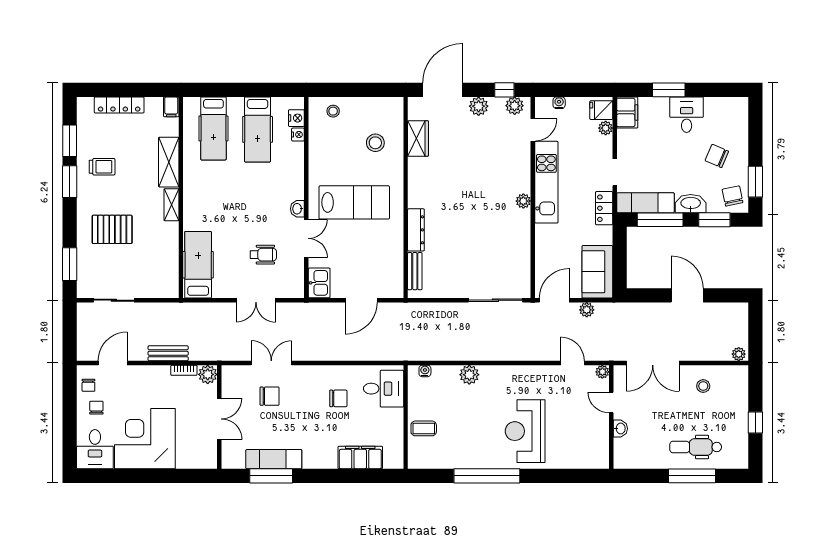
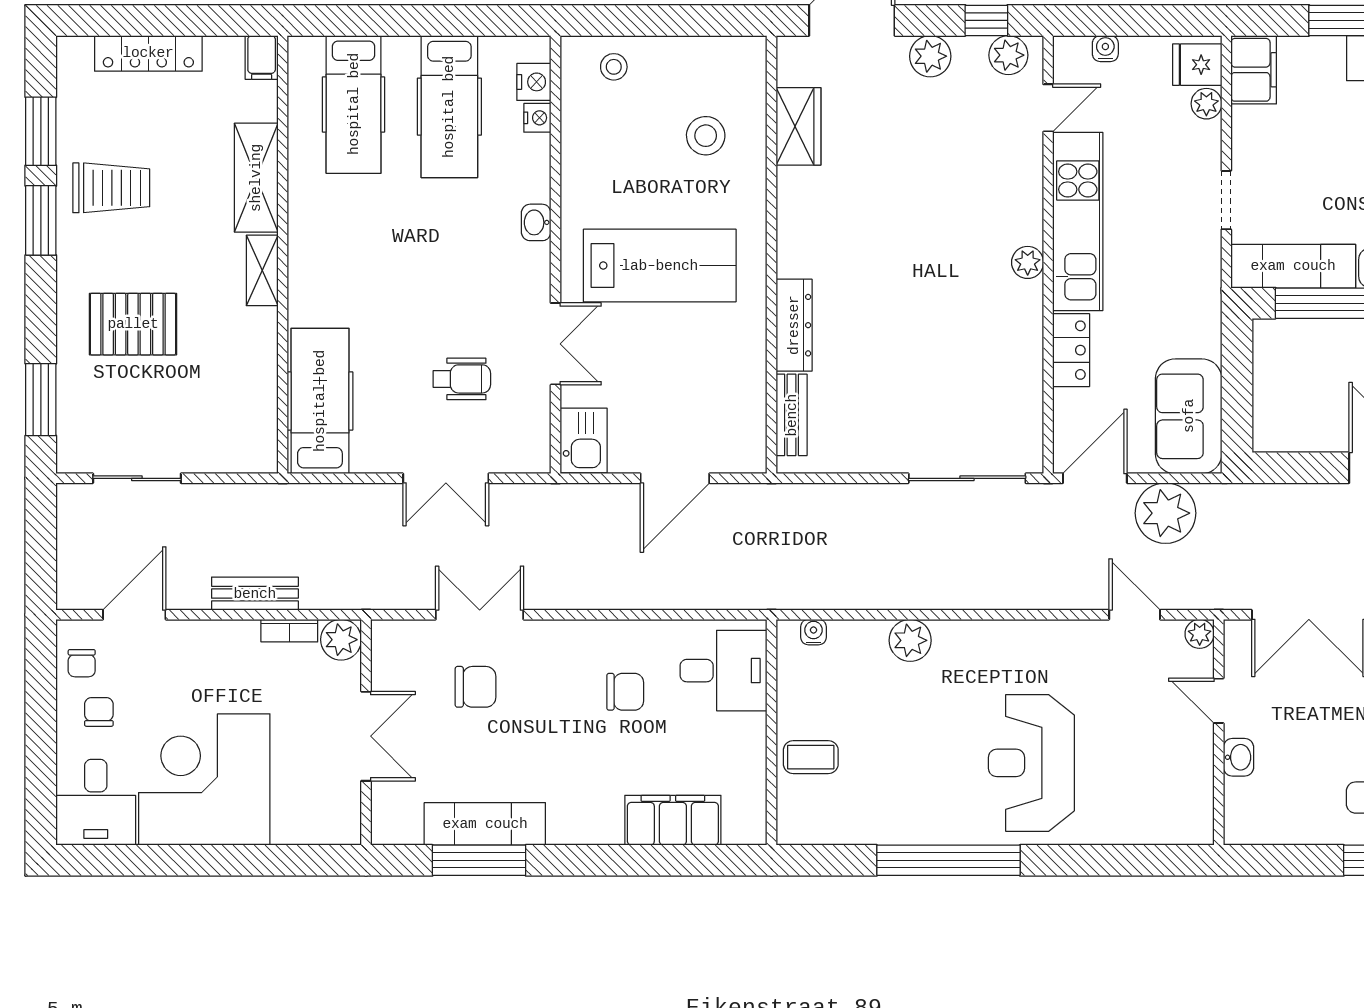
trolley: (102, 167) -> (111, 188), width x1.36, depth x1.39
locker: (604, 208) -> (1071, 350), moved, turned 180
washbasin: (297, 209) -> (536, 222), moved
plant: (587, 310) -> (1166, 513), width x1.87, depth x1.87

